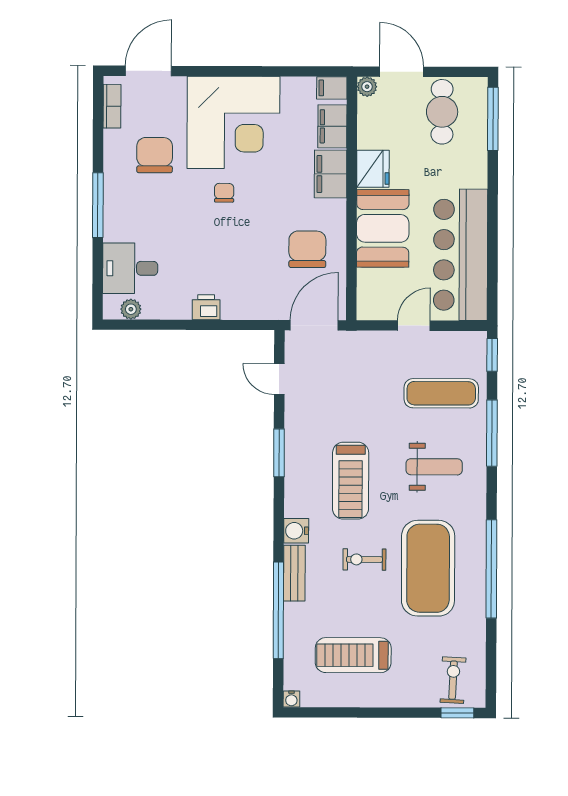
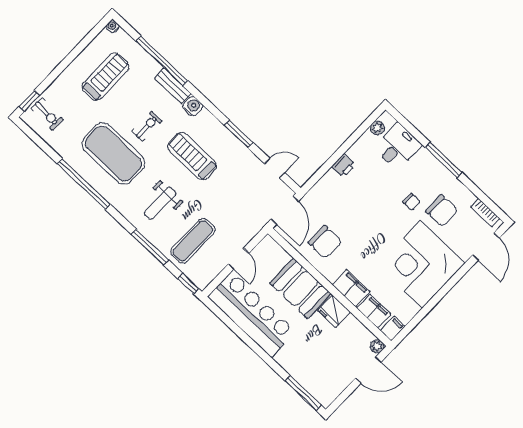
cafe table: (442, 112) -> (330, 371), removed
chair: (224, 193) -> (411, 202), moved

